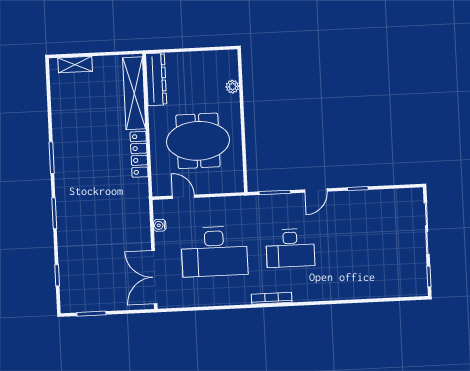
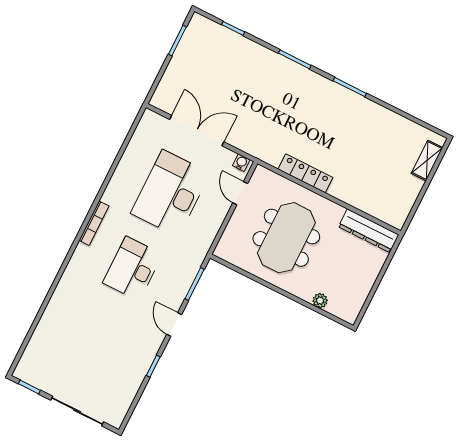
shelving: (134, 93) -> (367, 202), removed
door: (183, 197) -> (240, 193), swing flipped
water cooler: (160, 225) -> (241, 163), moved
double door: (154, 277) -> (197, 131), moved

